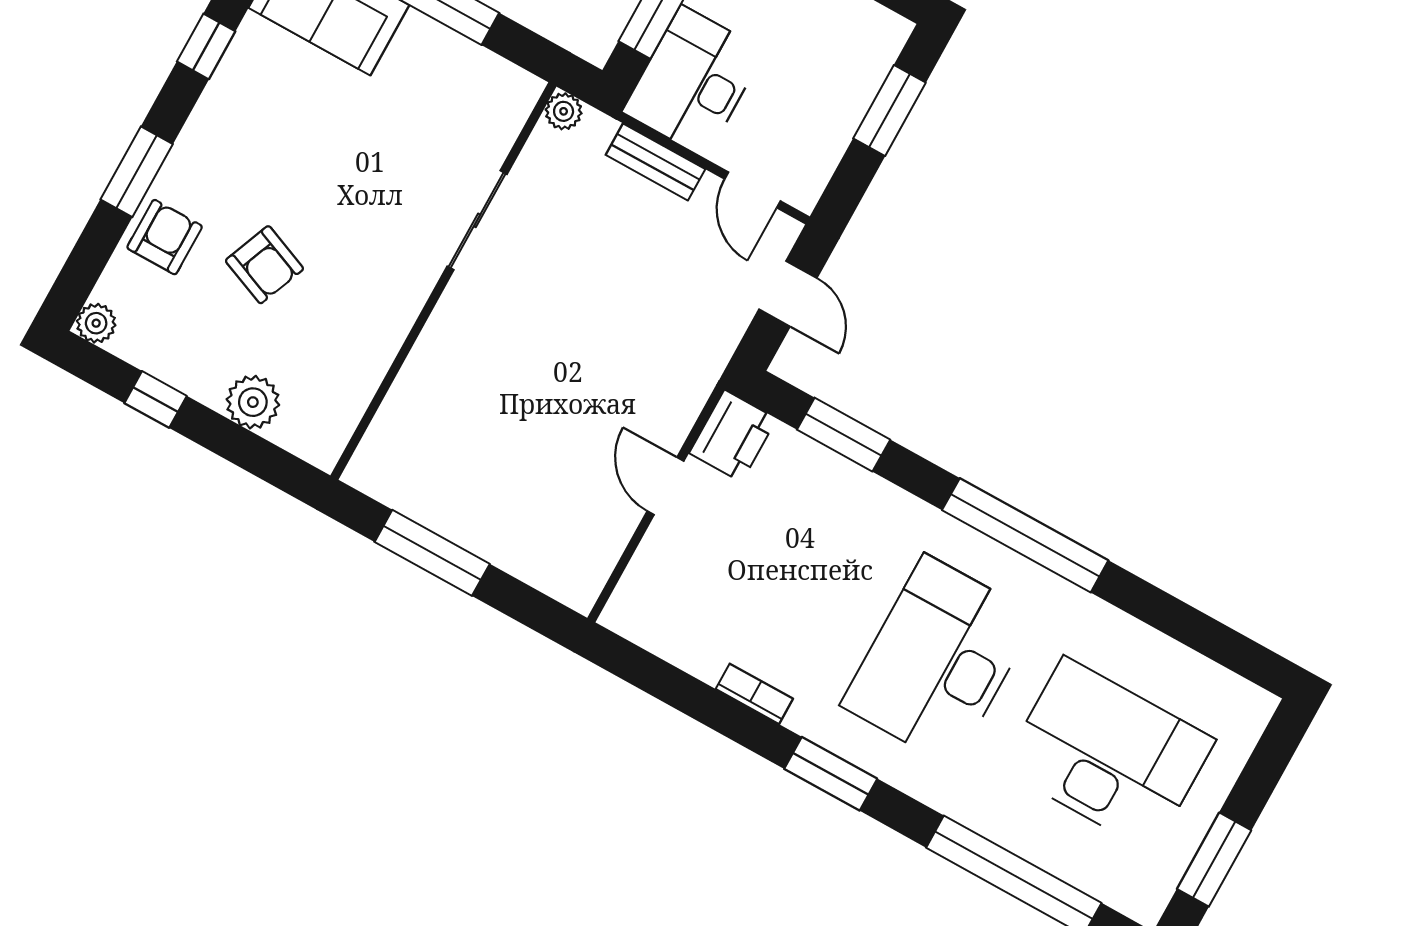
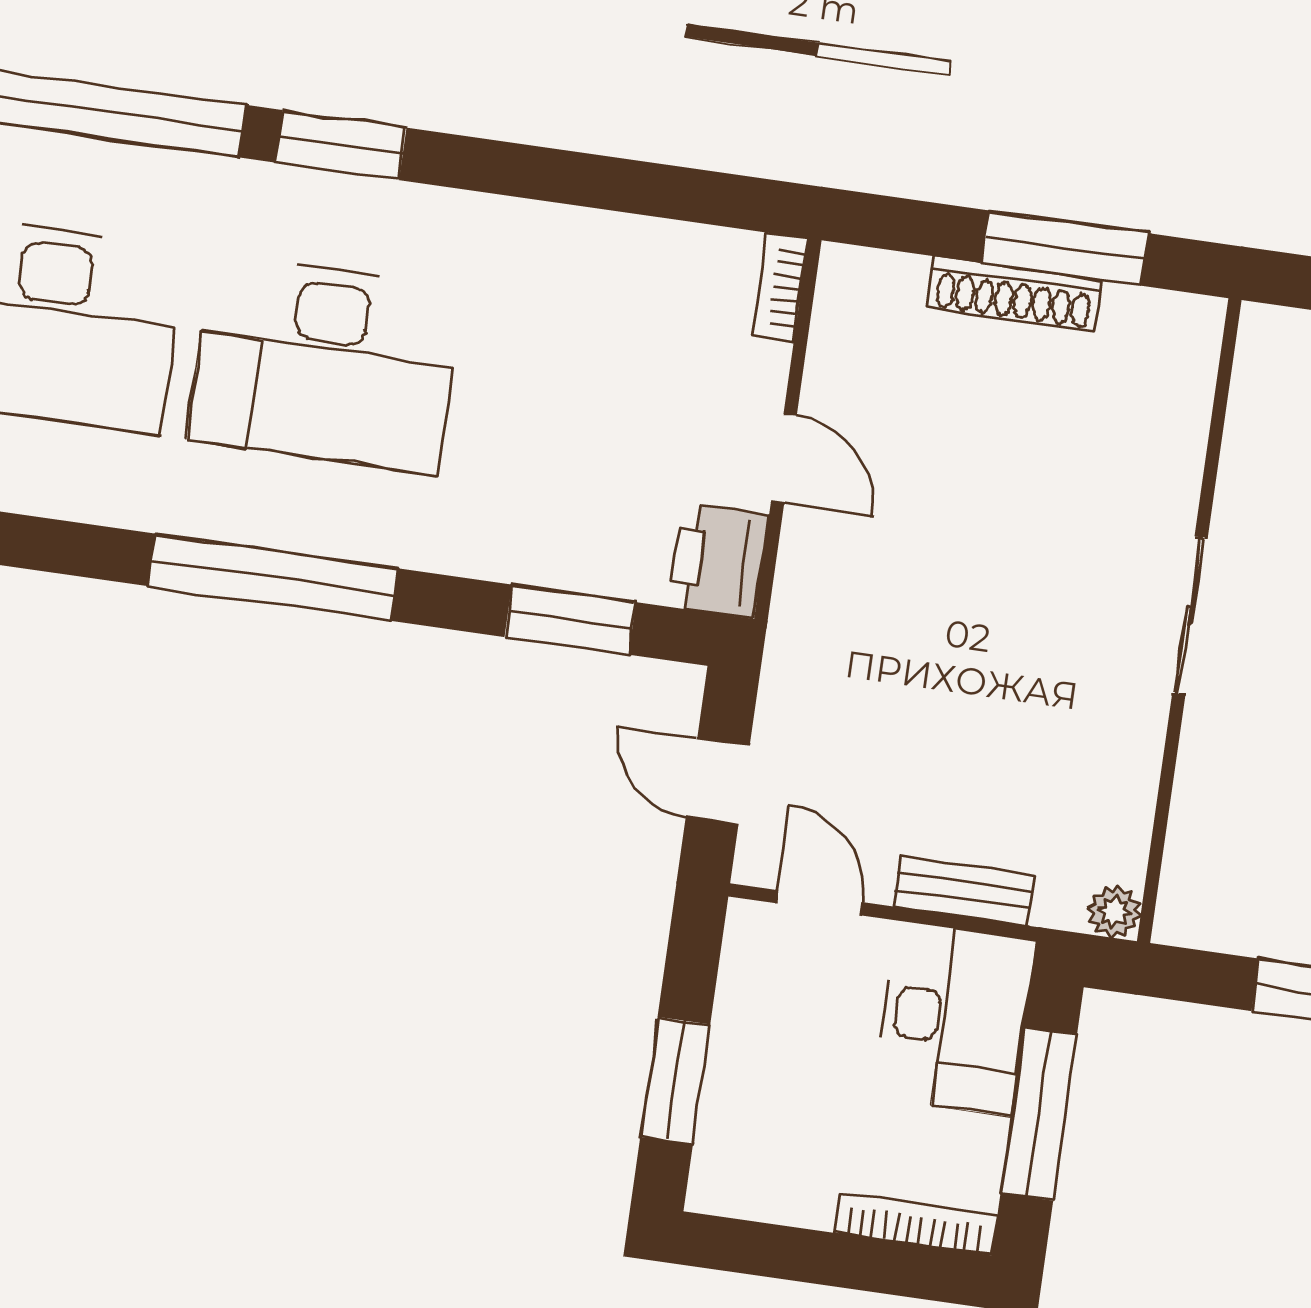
sliding door: (477, 220) -> (1190, 615), moved
shoe rack: (476, 536) -> (1014, 294), added
desk: (939, 661) -> (325, 364), turned 90
bookcase: (754, 694) -> (780, 287), moved, turned 90
window: (831, 774) -> (341, 145), moved

